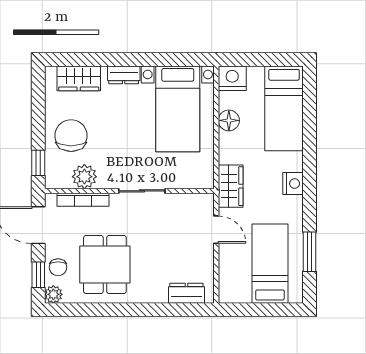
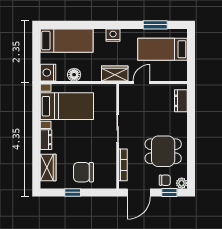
window: (38, 163) -> (73, 192), moved
plant: (84, 177) -> (109, 164), removed

